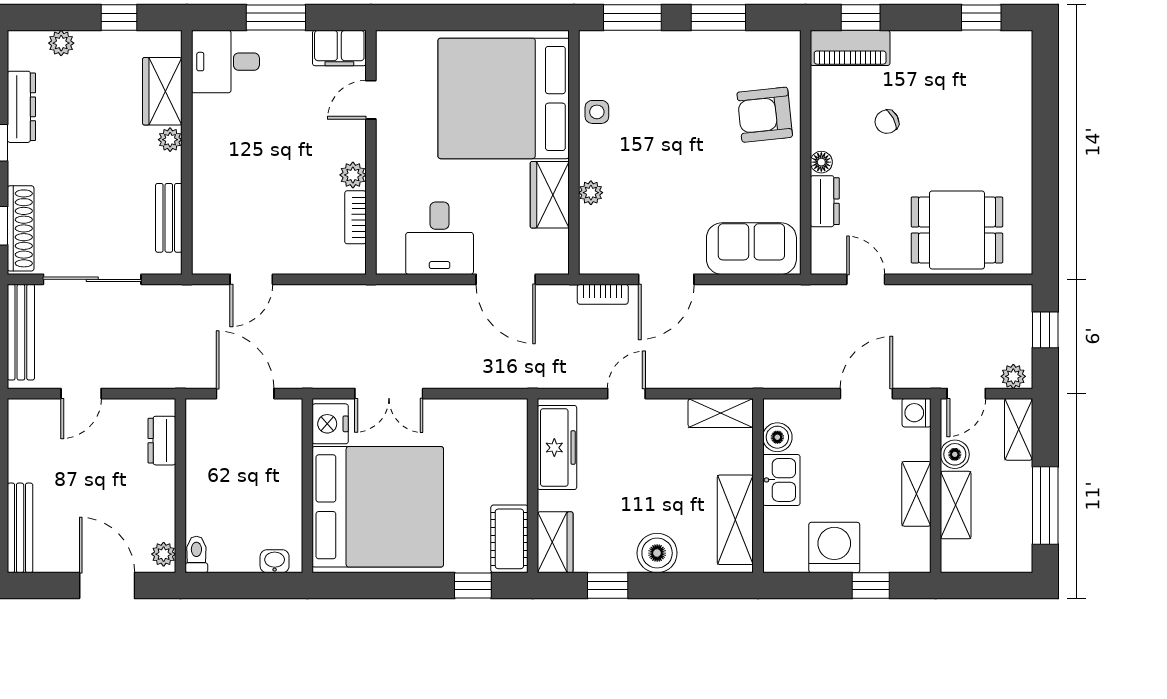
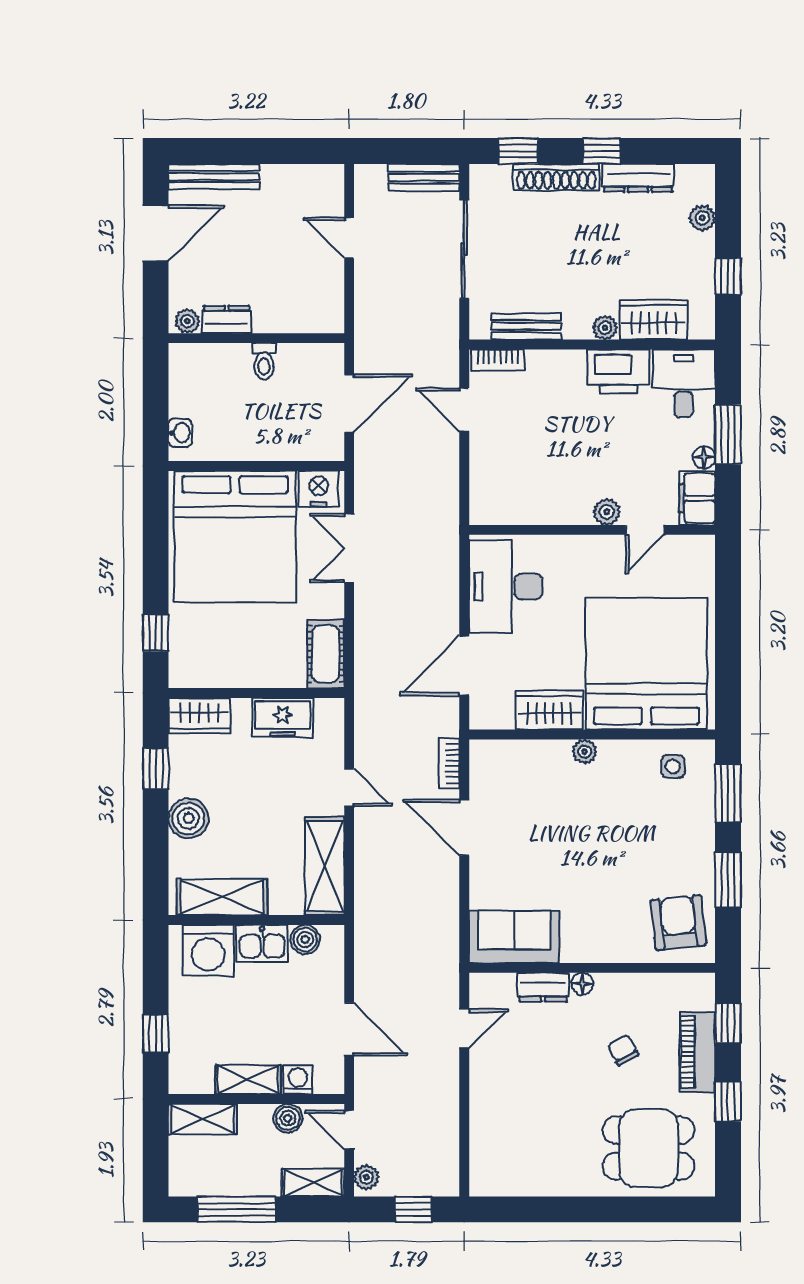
window: (981, 17) -> (728, 1101), moved
floor lamp: (299, 41) -> (704, 457), added
piano: (850, 48) -> (697, 1052), moved
door: (371, 100) -> (645, 530), swing flipped
side table: (597, 112) -> (673, 767), moved
armchair: (765, 115) -> (678, 923), moved
printer: (214, 126) -> (618, 371), added
plant: (353, 175) -> (607, 512), moved
plant: (591, 193) -> (585, 752), moved
bookcase: (355, 217) -> (498, 360), moved, turned 180
shoe rack: (21, 228) -> (556, 177), moved
dining table: (957, 230) -> (648, 1148), moved, turned 90
desk: (440, 238) -> (506, 586), width x1.37
sofa: (751, 249) -> (514, 937), moved, turned -90
bench: (21, 332) -> (424, 177), width x0.73
shelving: (721, 413) -> (325, 866), width x1.50, depth x1.33
washing machine: (917, 413) -> (298, 1080), moved
dresser: (162, 441) -> (227, 319), moved
freezer: (557, 448) -> (283, 717), width x0.71
shelving: (956, 505) -> (203, 1119), moved
cot: (509, 539) -> (326, 654), moved, turned 90
washing machine: (834, 547) -> (208, 950), moved, turned 90
toilet: (196, 555) -> (264, 361), moved, turned 90
door: (107, 586) -> (156, 233), moved

